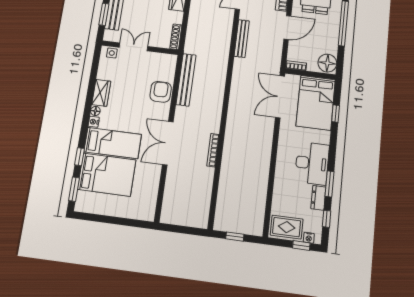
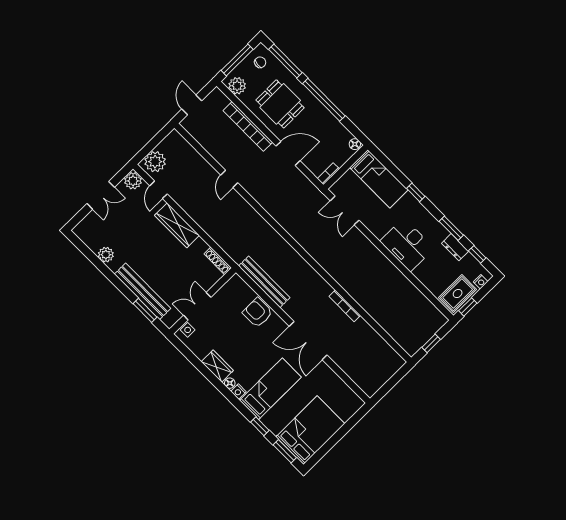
door: (287, 28) -> (288, 153), hinge flipped
bench: (242, 39) -> (266, 203), removed
floor lamp: (327, 63) -> (355, 144), width x0.53, depth x0.53
double door: (280, 97) -> (345, 210), width x0.73
bed: (316, 103) -> (379, 179), width x0.67
window: (336, 114) -> (416, 192), moved
desk: (312, 163) -> (407, 245), moved, turned 180
bed: (107, 175) -> (310, 430), moved
window: (301, 245) -> (468, 307), moved

